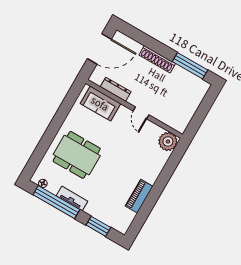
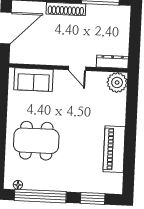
dresser: (116, 89) -> (112, 62), moved
piano: (139, 196) -> (114, 149), width x1.37, depth x1.33
tv unit: (72, 198) -> (53, 185), removed

